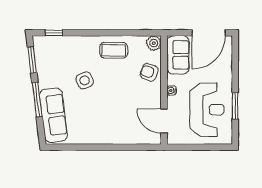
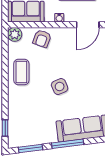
side table: (85, 80) -> (60, 87), moved

